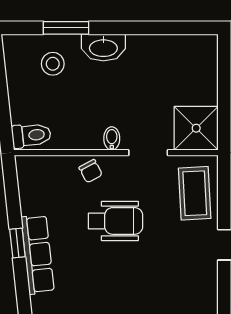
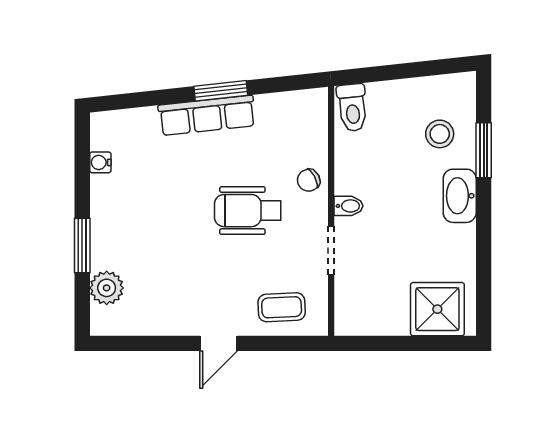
shower: (196, 128) -> (437, 309), moved
coffee table: (195, 193) -> (282, 307), width x0.73, depth x0.77
wheelchair: (115, 221) -> (248, 211), turned 90
window: (17, 243) -> (221, 91), width x1.50

